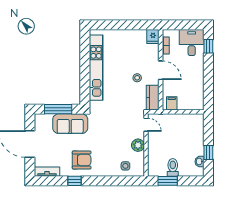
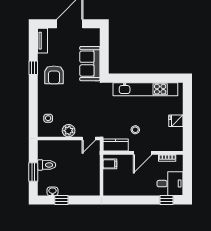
fridge: (153, 37) -> (176, 121), moved
window: (58, 109) -> (104, 52), removed
window: (168, 181) -> (33, 172), moved

